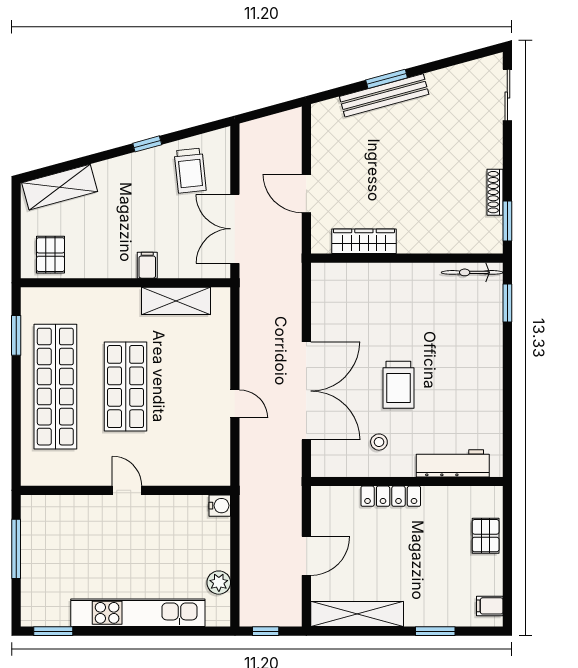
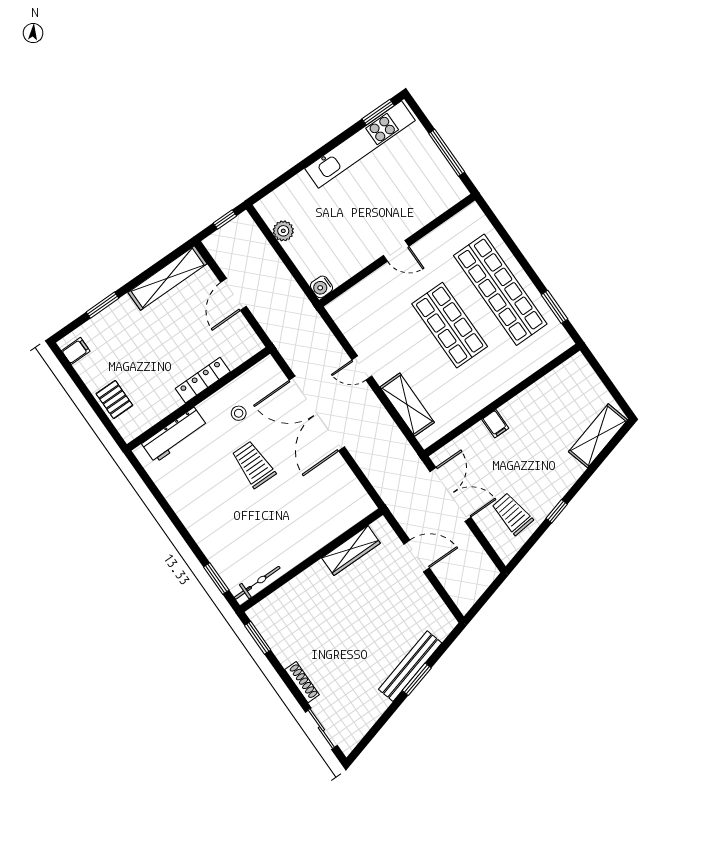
shoe rack: (495, 192) -> (302, 682), moved
pallet: (51, 255) -> (570, 383), removed
shelving: (176, 301) -> (407, 405), moved, turned 90
kitchen unit: (138, 613) -> (360, 145), moved

